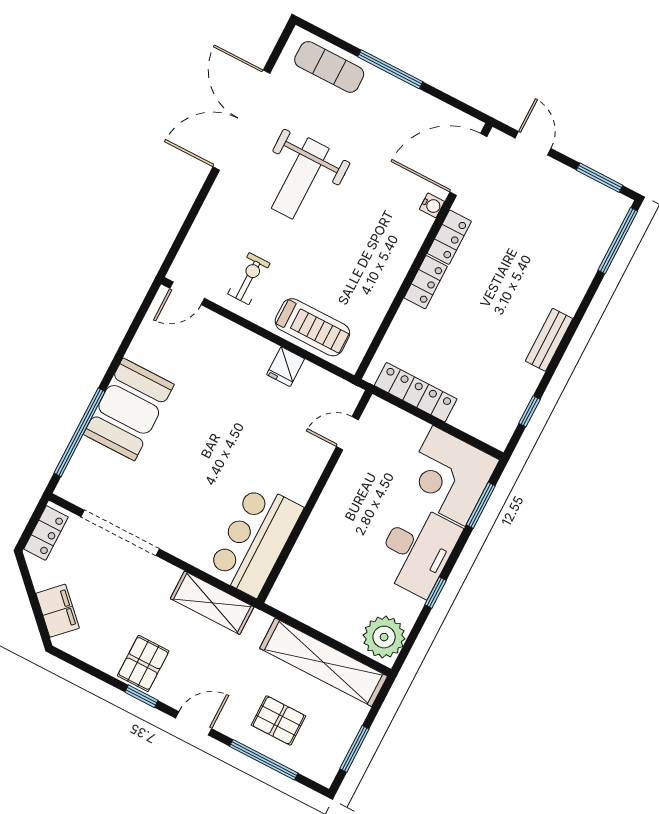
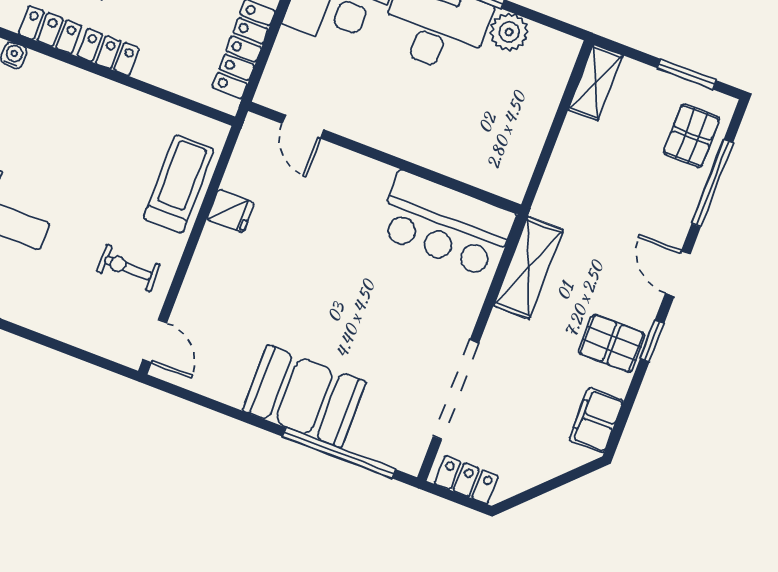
filing cabinet: (58, 611) -> (596, 420), moved, turned -45
plant: (384, 637) -> (509, 32), moved, width x0.73, depth x0.73
shelving: (323, 662) -> (596, 82), width x0.45, depth x0.75
pallet: (278, 720) -> (691, 136), moved

